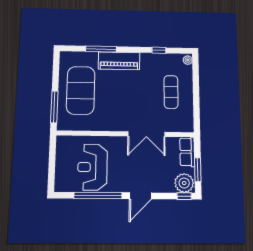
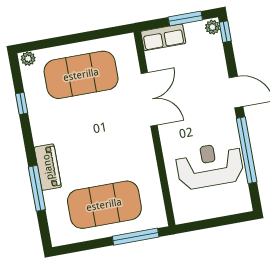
piano: (119, 61) -> (48, 167), width x0.73, depth x0.75
exercise mat: (171, 92) -> (81, 75), width x2.00, depth x1.45
reception desk: (92, 167) -> (210, 166), turned 180
plant: (184, 183) -> (212, 27), width x0.53, depth x0.53

